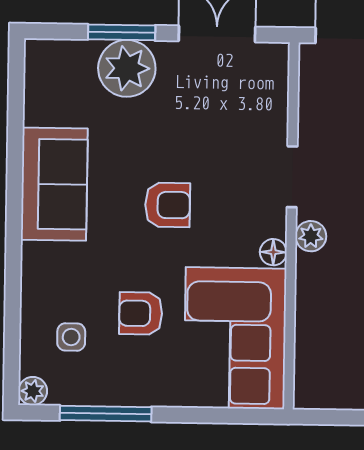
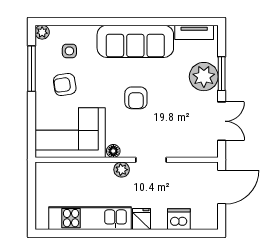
tv unit: (38, 86) -> (194, 32), added
sofa: (54, 184) -> (135, 41), width x1.36
armchair: (141, 313) -> (65, 85), moved, turned -99

